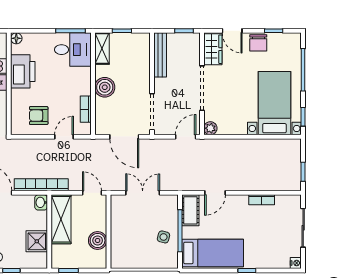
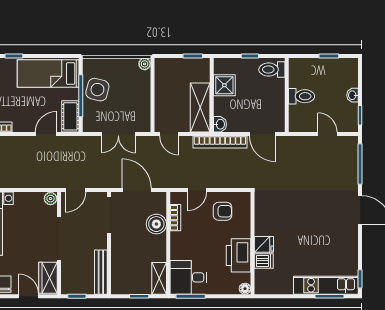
boiler: (105, 87) -> (156, 224), moved
side table: (163, 237) -> (97, 90), width x1.87, depth x1.87
boiler: (98, 240) -> (163, 86), removed
plant: (116, 263) -> (145, 64), added

